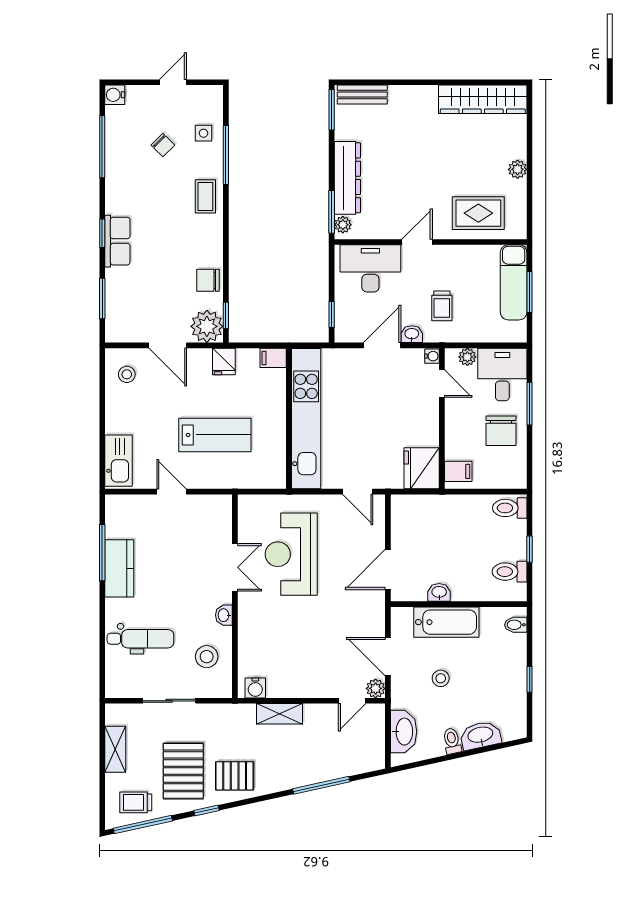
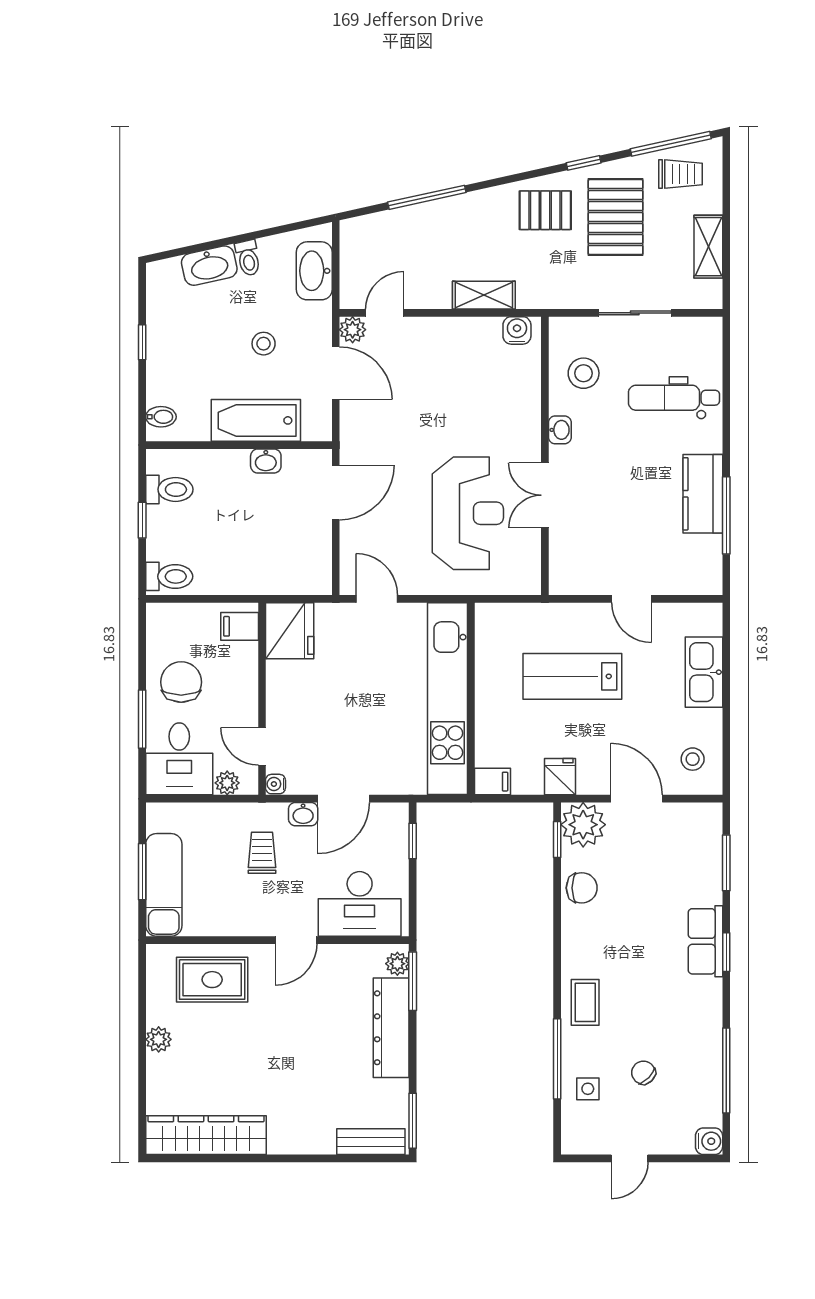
kitchen sink: (119, 461) -> (704, 672), moved

